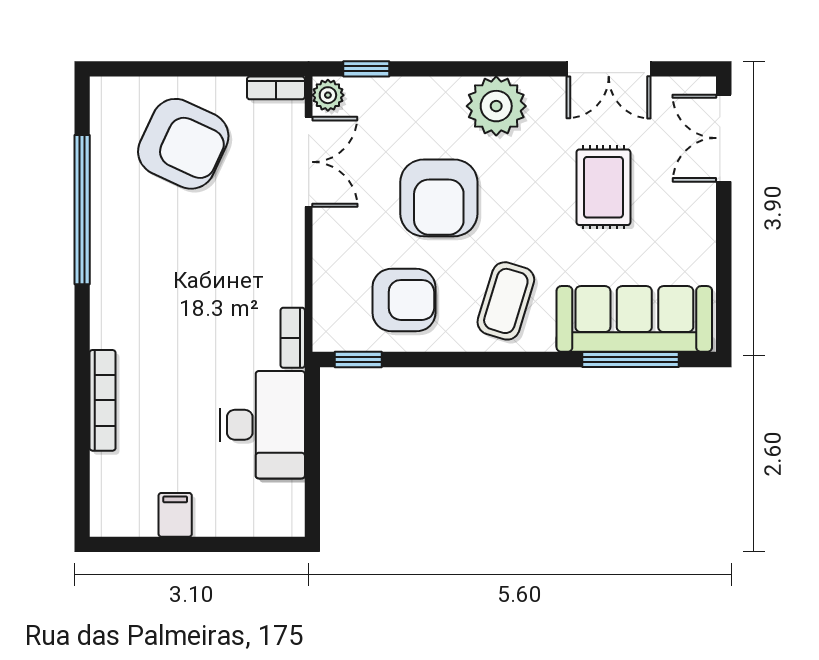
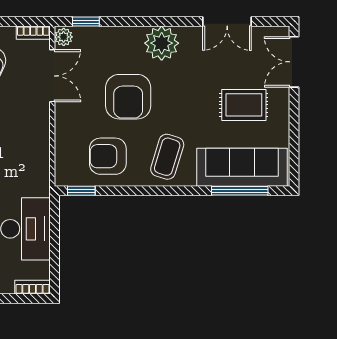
rug: (603, 187) -> (244, 105), moved, turned 90
armchair: (404, 300) -> (108, 156), turned 180
bookcase: (293, 338) -> (32, 287), moved, turned 90

